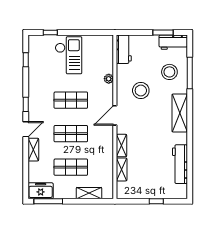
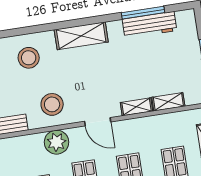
window: (190, 73) -> (143, 13), moved
plant: (109, 79) -> (57, 142), width x1.88, depth x1.88
stool: (141, 91) -> (52, 104), moved

